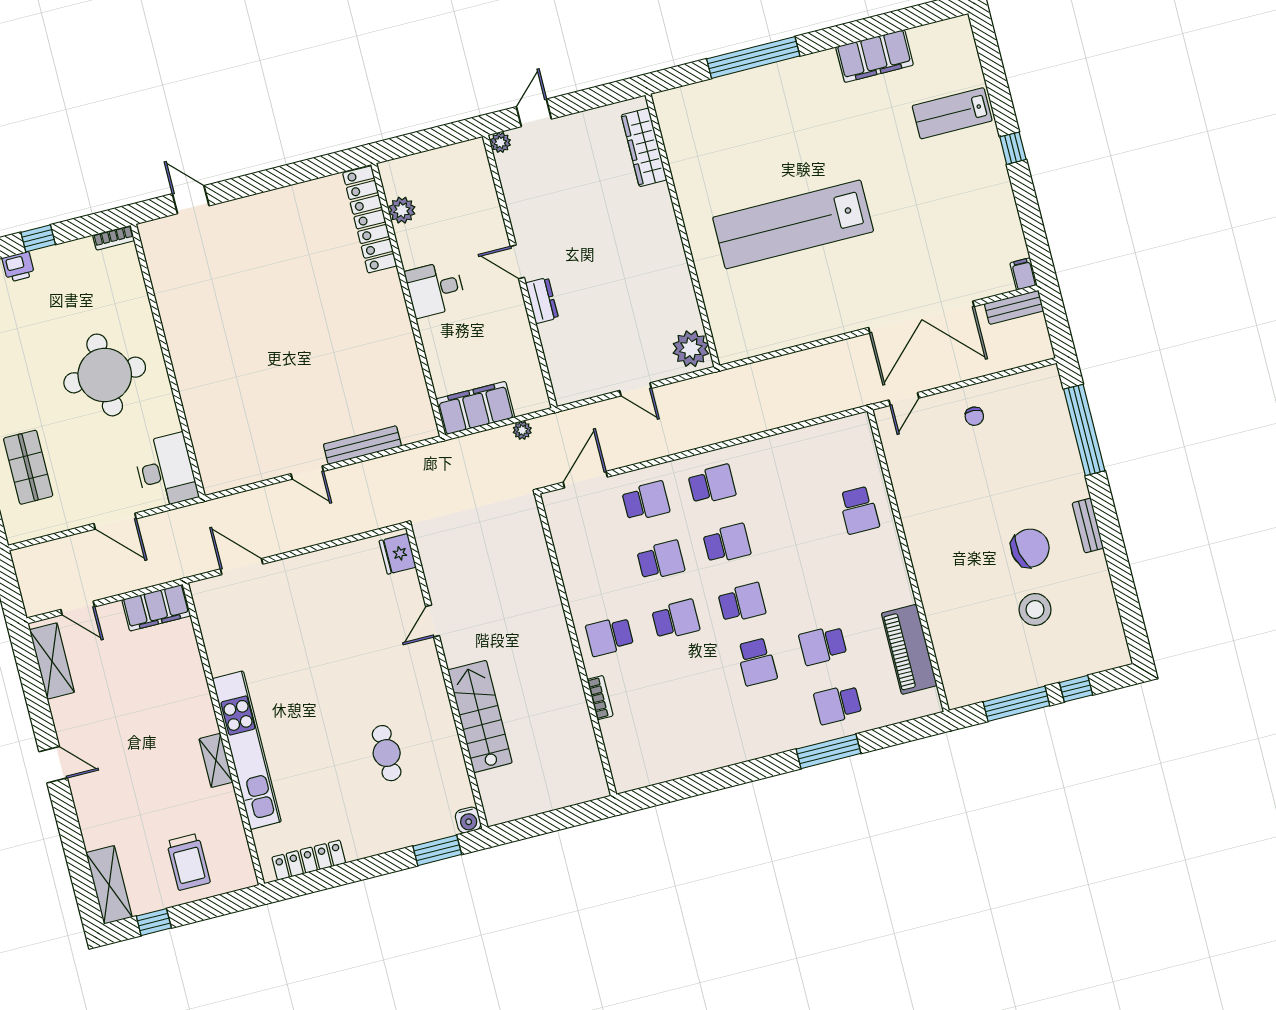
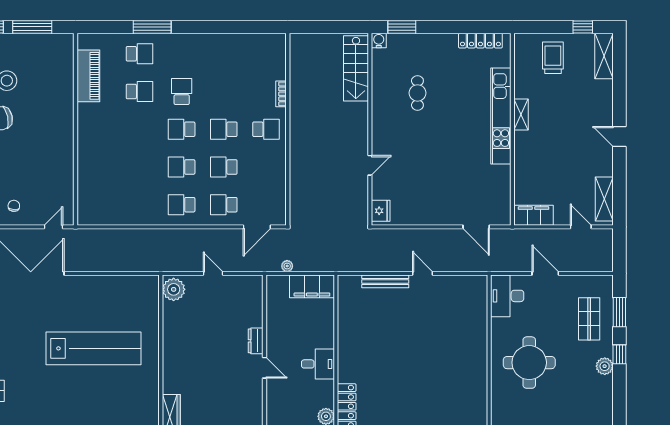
school desk: (859, 510) -> (97, 167), removed
stairs: (480, 716) -> (356, 68), moved

